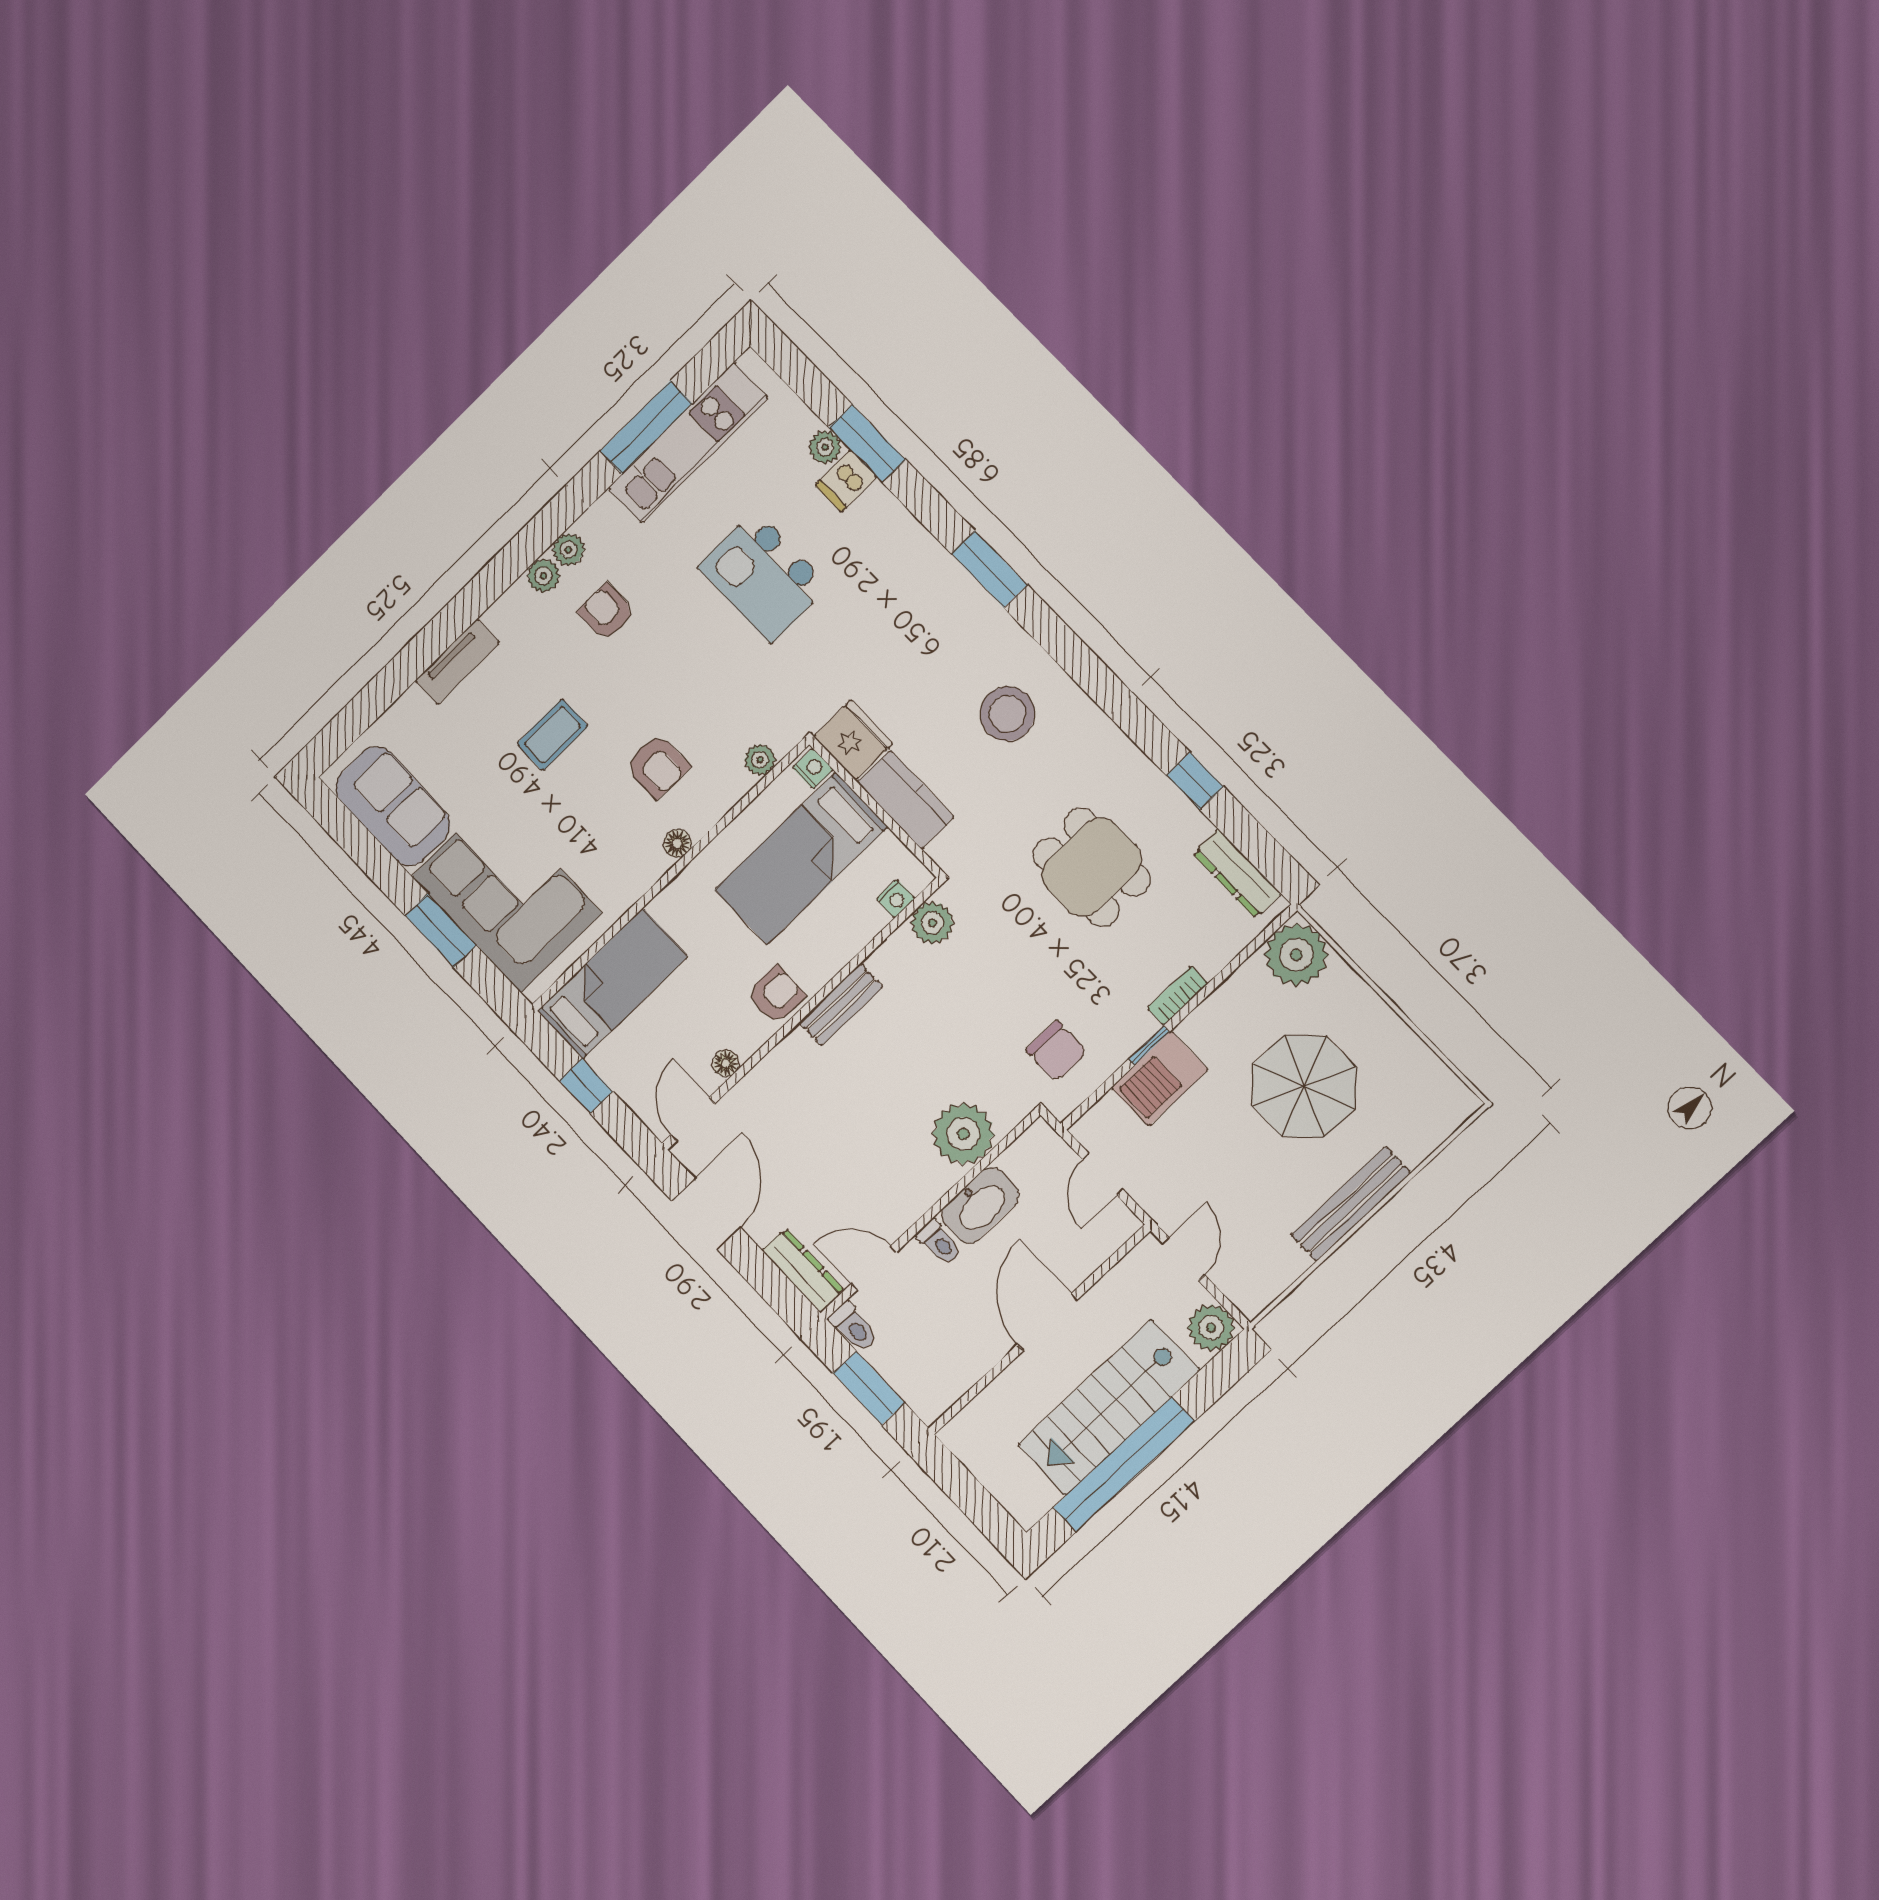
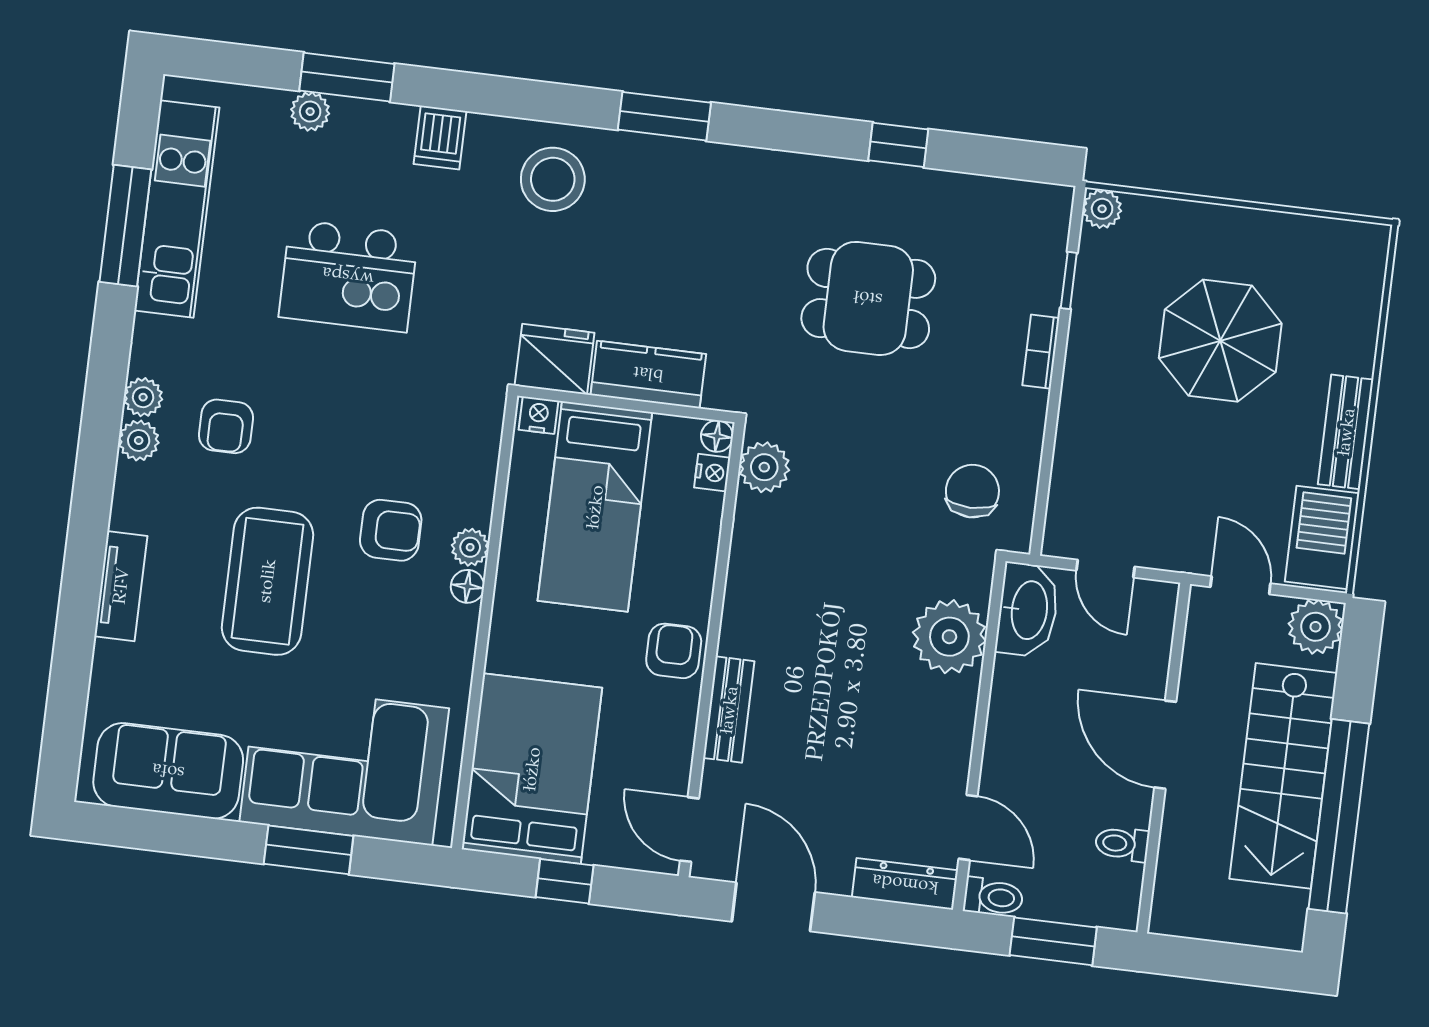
dishwasher: (846, 481) -> (440, 138), moved
window: (989, 569) -> (664, 116), moved
armchair: (606, 612) -> (226, 426), turned -90
stool: (1007, 714) -> (553, 179), moved
coffee table: (552, 735) -> (267, 581), width x1.86, depth x1.72
plant: (760, 760) -> (470, 547), moved
dresser: (1237, 874) -> (1004, 198), removed
plant: (1296, 955) -> (1102, 209), width x0.53, depth x0.53
bed: (612, 984) -> (532, 769), width x1.50
bench: (841, 1005) -> (729, 710), moved
window: (1149, 1045) -> (1069, 280), moved
chair: (1056, 1051) -> (972, 491), turned -90
floor lamp: (726, 1063) -> (717, 436), moved
barbecue: (1160, 1079) -> (1322, 537), moved, turned 180
bench: (1351, 1204) -> (1346, 432), width x0.73
washbasin: (980, 1205) -> (1028, 610), moved
toilet: (939, 1242) -> (1122, 844), moved, turned 180
door: (874, 1268) -> (968, 828), swing flipped

